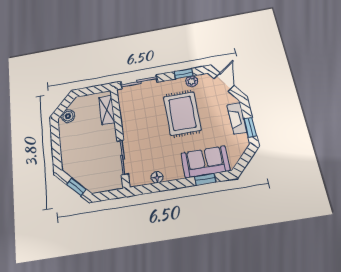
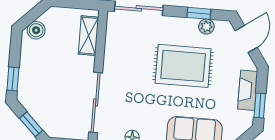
rug: (182, 113) -> (183, 66), turned 90
window: (57, 156) -> (13, 79), added
sliding door: (122, 157) -> (96, 102), width x1.37

